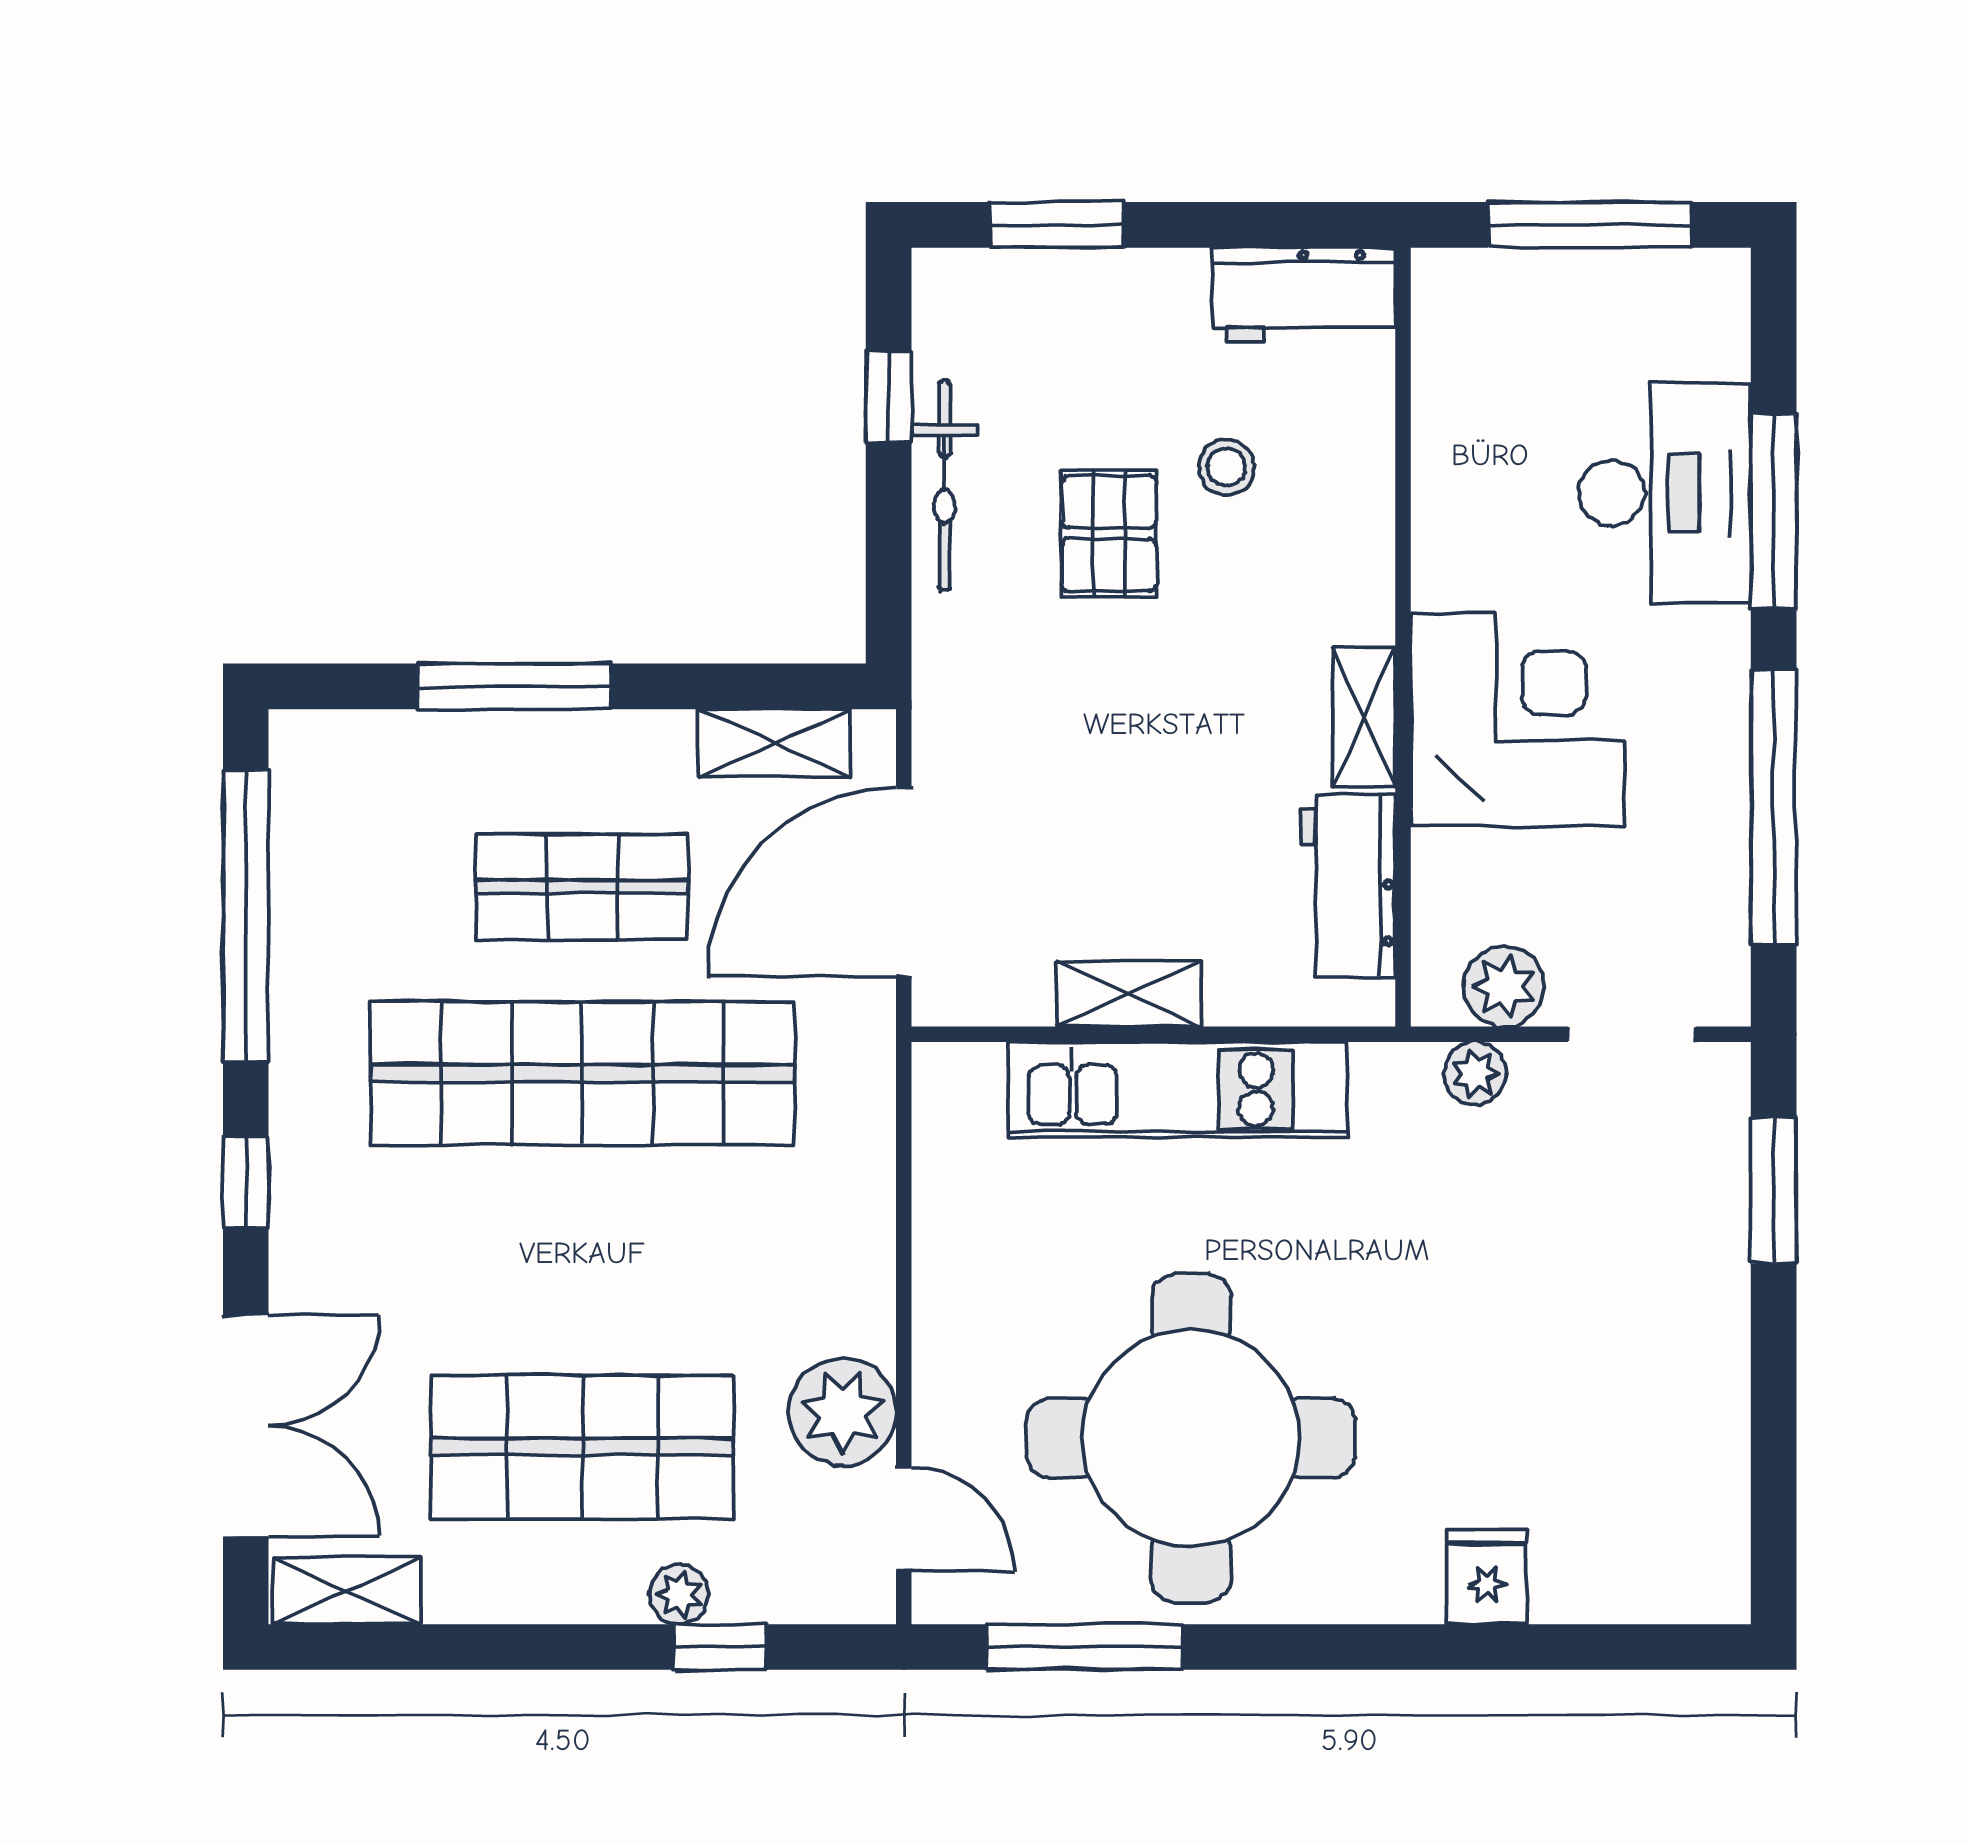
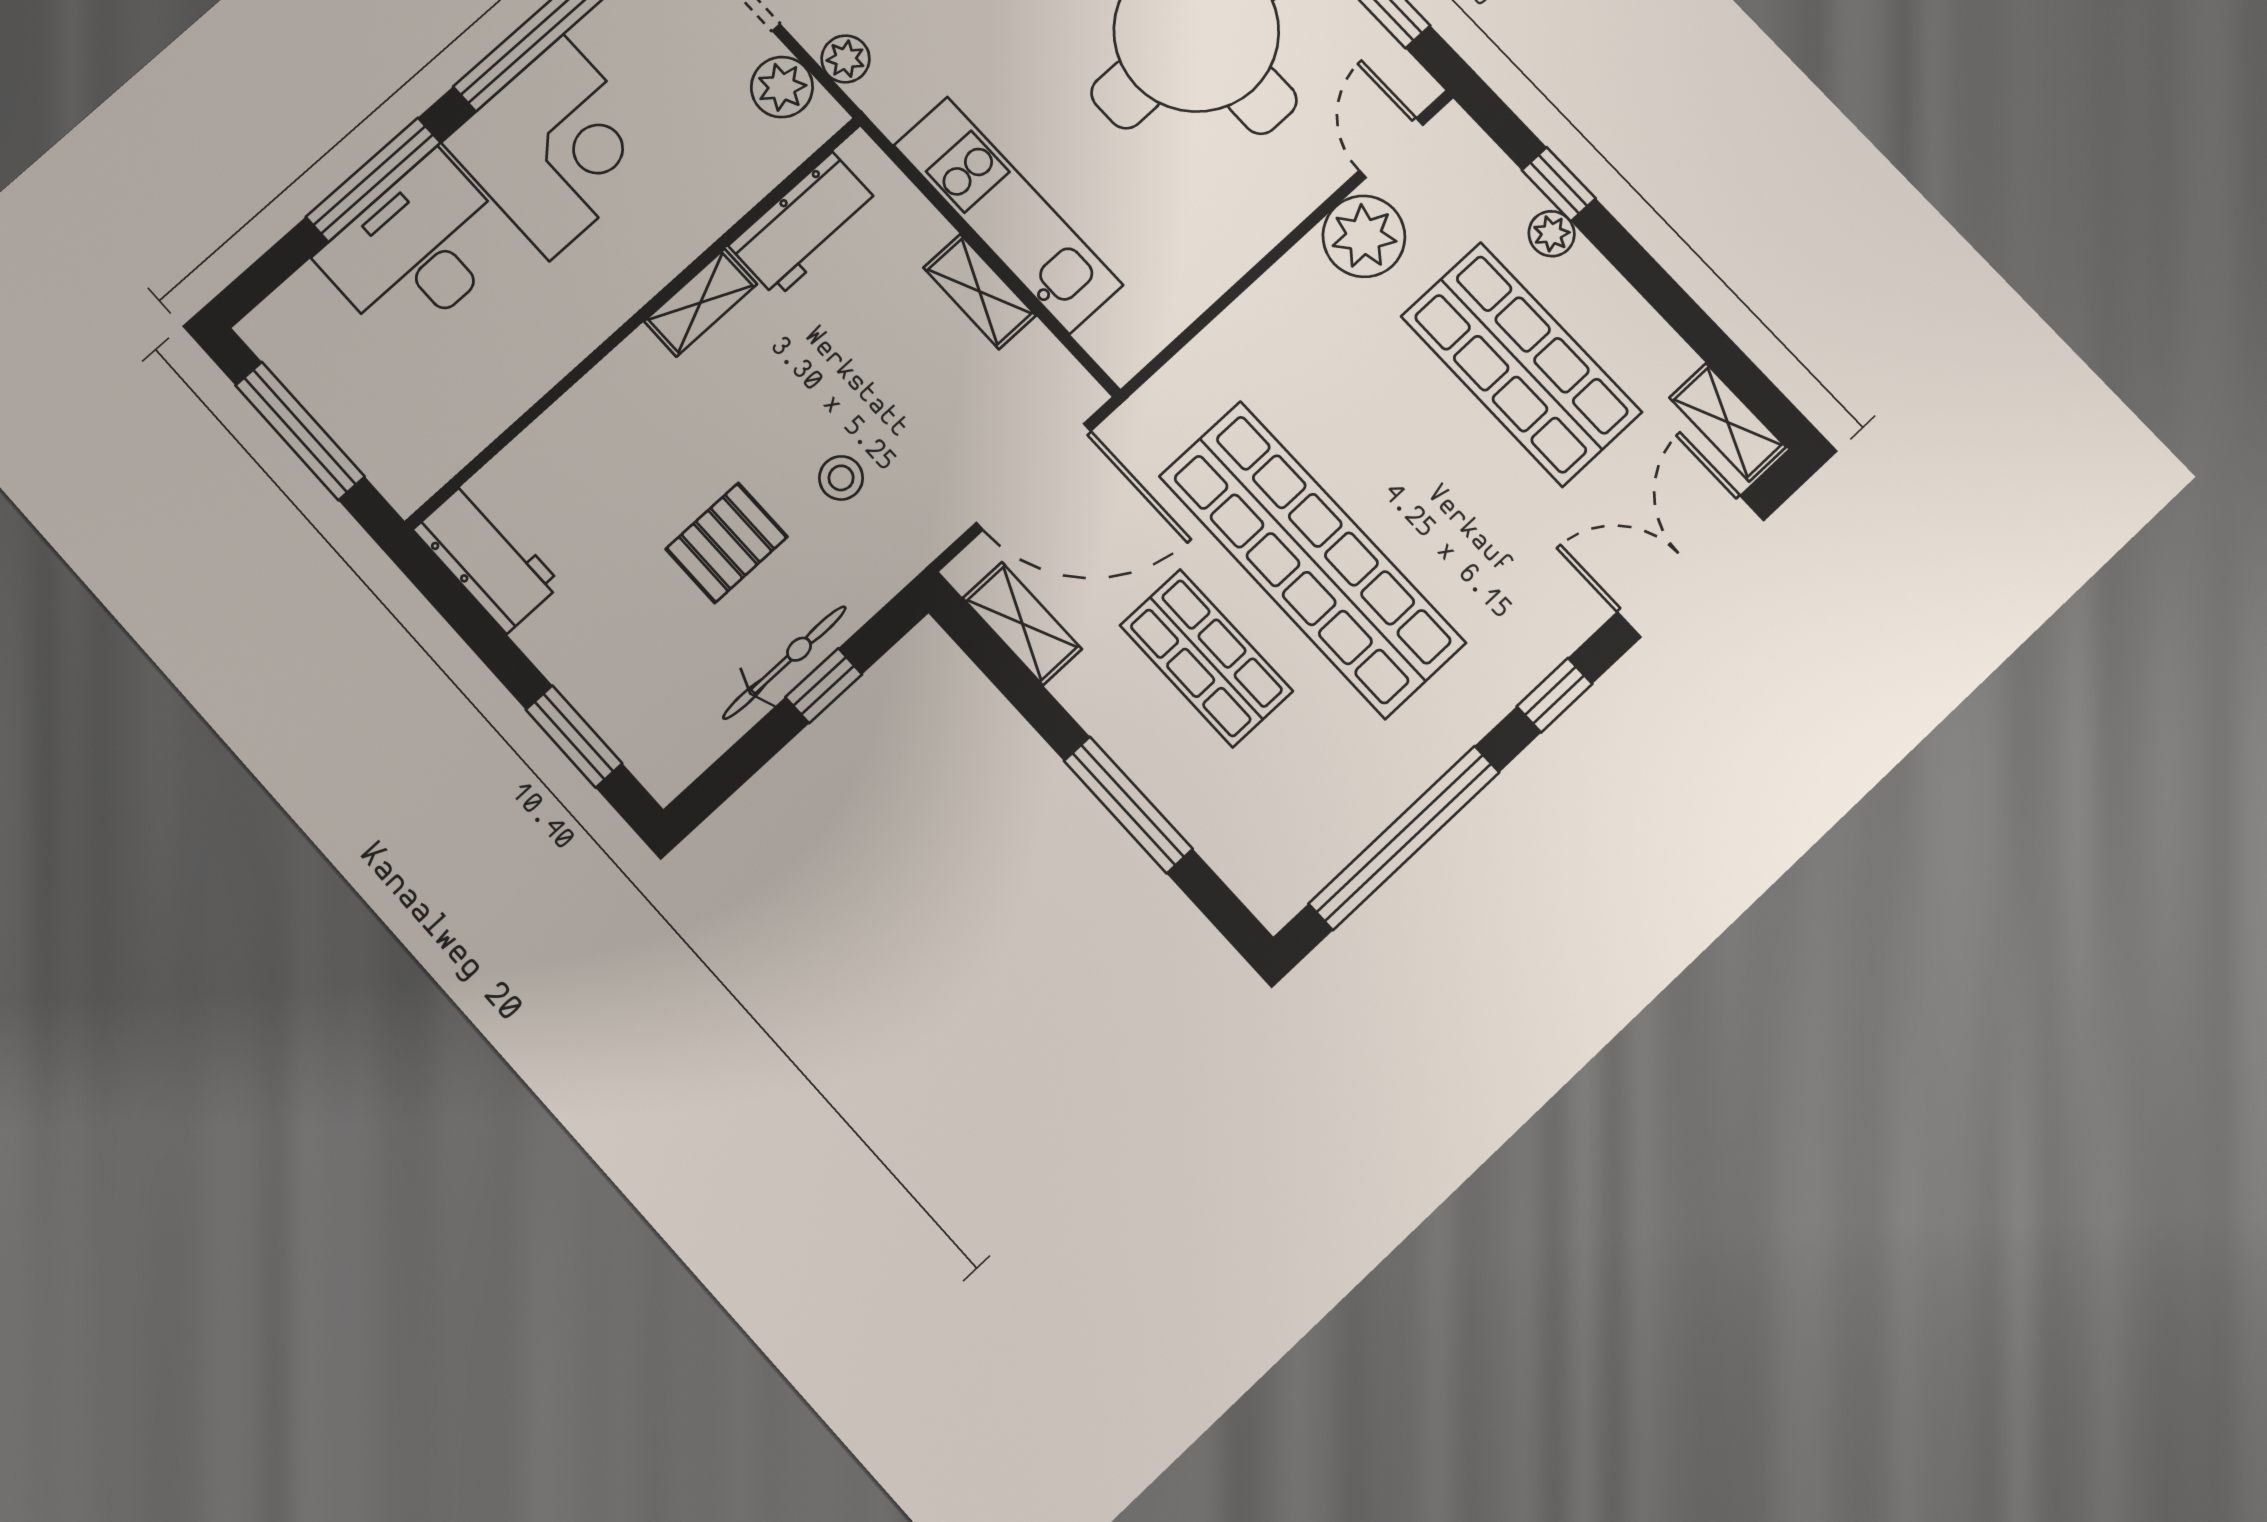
window: (889, 397) -> (824, 686), moved
stool: (1226, 467) -> (841, 478), moved
corner desk: (1518, 719) -> (556, 147), moved, turned 180

